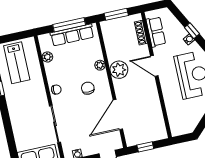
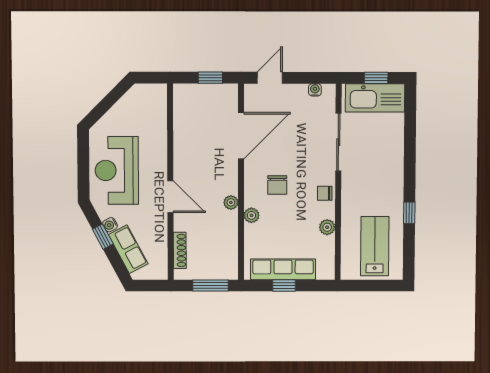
window: (69, 25) -> (284, 285), width x0.46
row of seats: (156, 32) -> (128, 249), moved, turned 152
plant: (47, 57) -> (327, 227), moved
plant: (119, 70) -> (231, 202), width x0.53, depth x0.53

